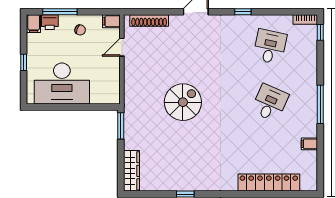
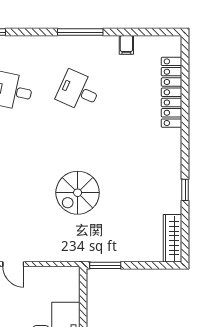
spiral stairs: (183, 102) -> (78, 193), turned -90
wardrobe: (132, 171) -> (173, 238), moved, turned -90

